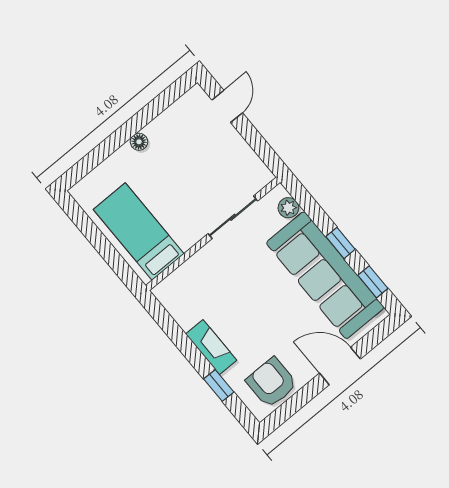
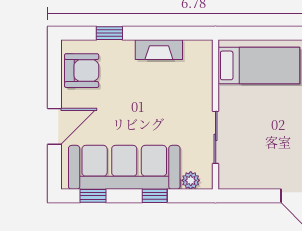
window: (340, 243) -> (155, 196), moved
fireplace: (211, 347) -> (159, 50), moved

